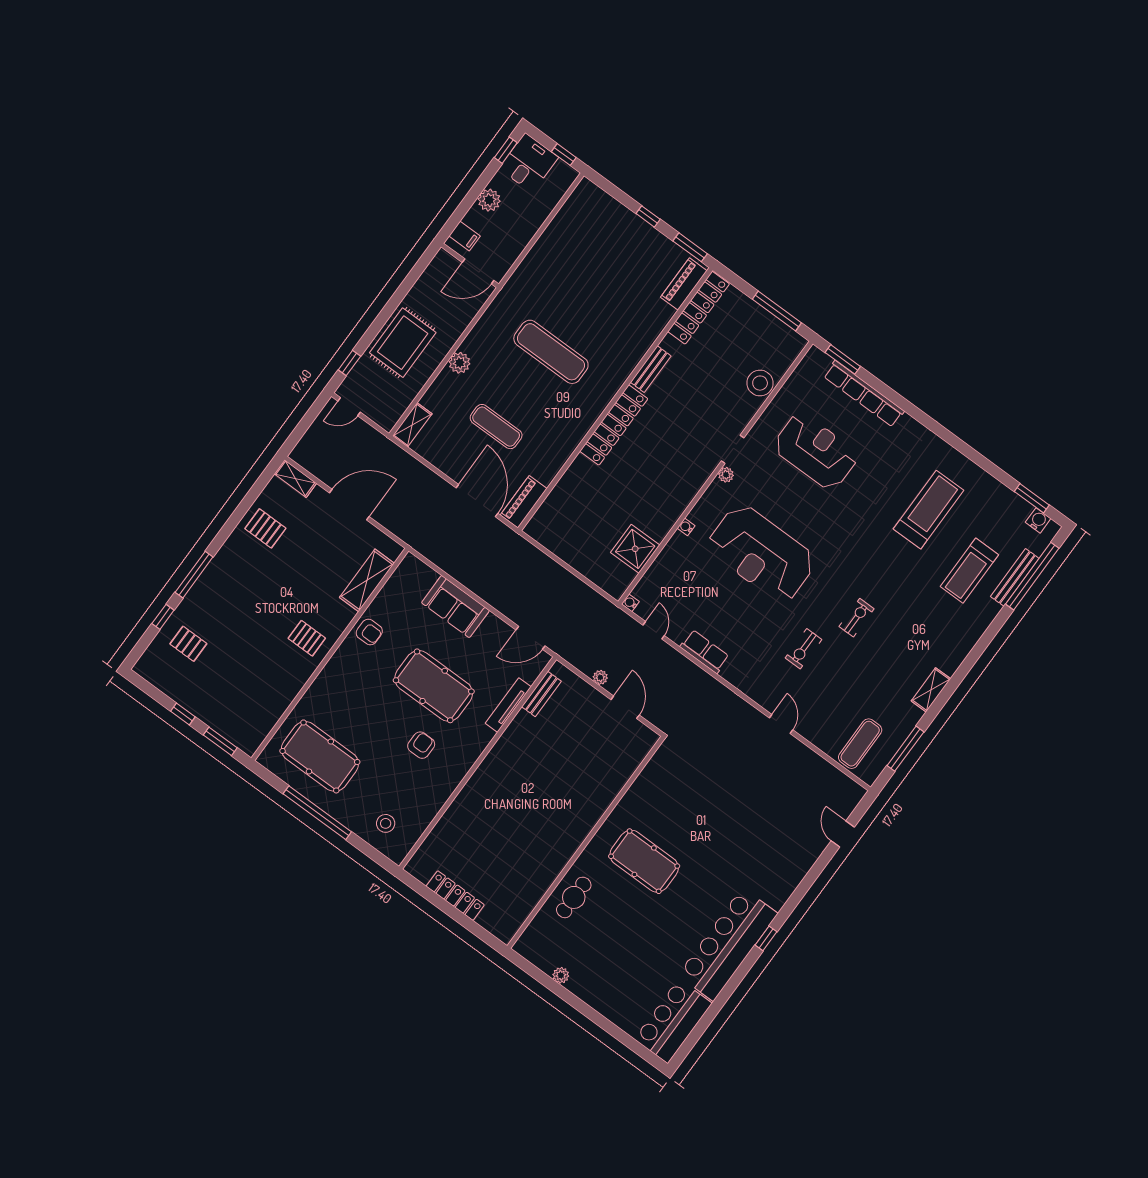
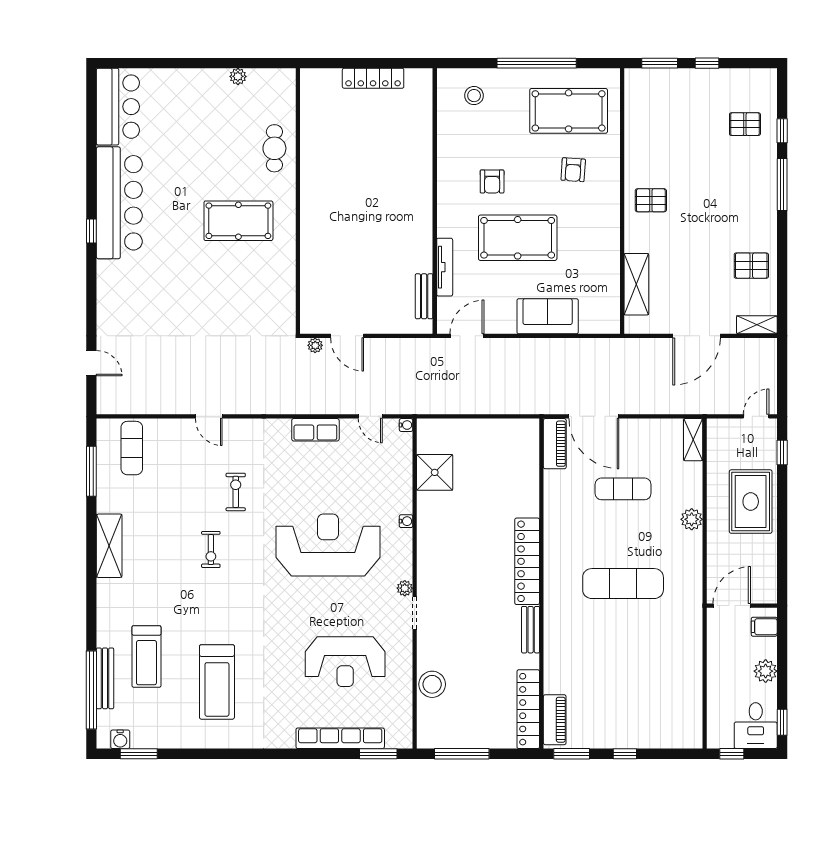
treadmill: (969, 571) -> (146, 656), turned 180
armchair: (369, 632) -> (573, 170), moved, turned -86
plant: (600, 677) -> (315, 345), moved
shelving: (931, 690) -> (109, 546), width x1.50, depth x1.33

